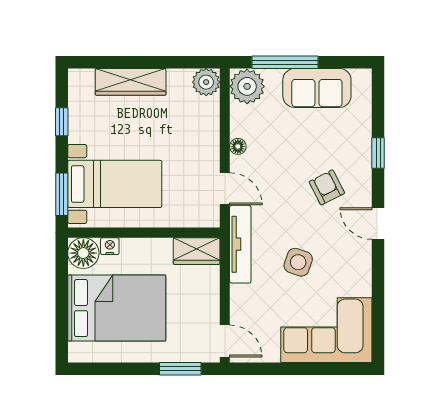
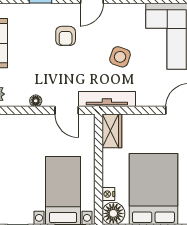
armchair: (327, 187) -> (66, 36), turned -63
door: (225, 189) -> (67, 110), swing flipped

